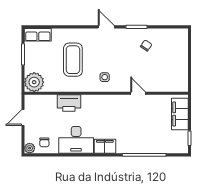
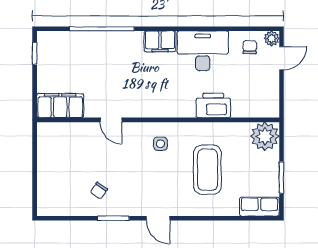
filing cabinet: (180, 114) -> (60, 106), moved, turned -90
door: (23, 117) -> (281, 58), moved

